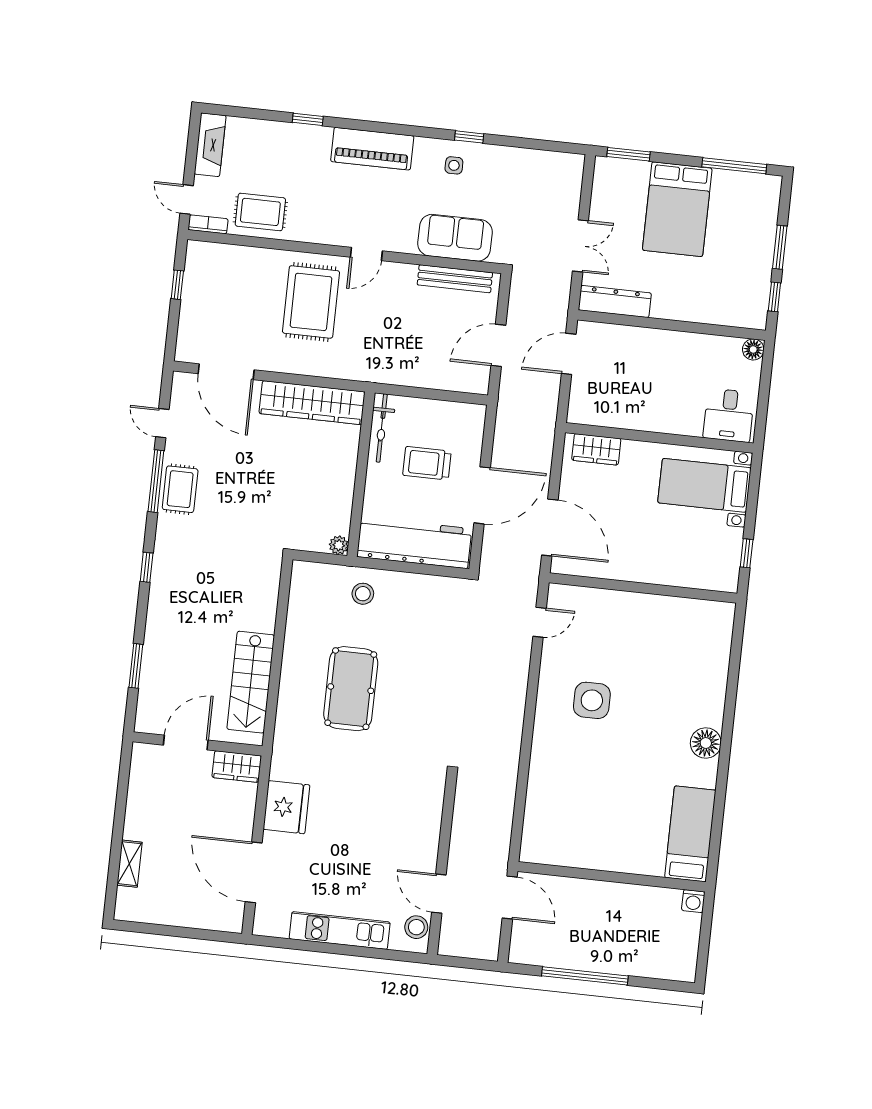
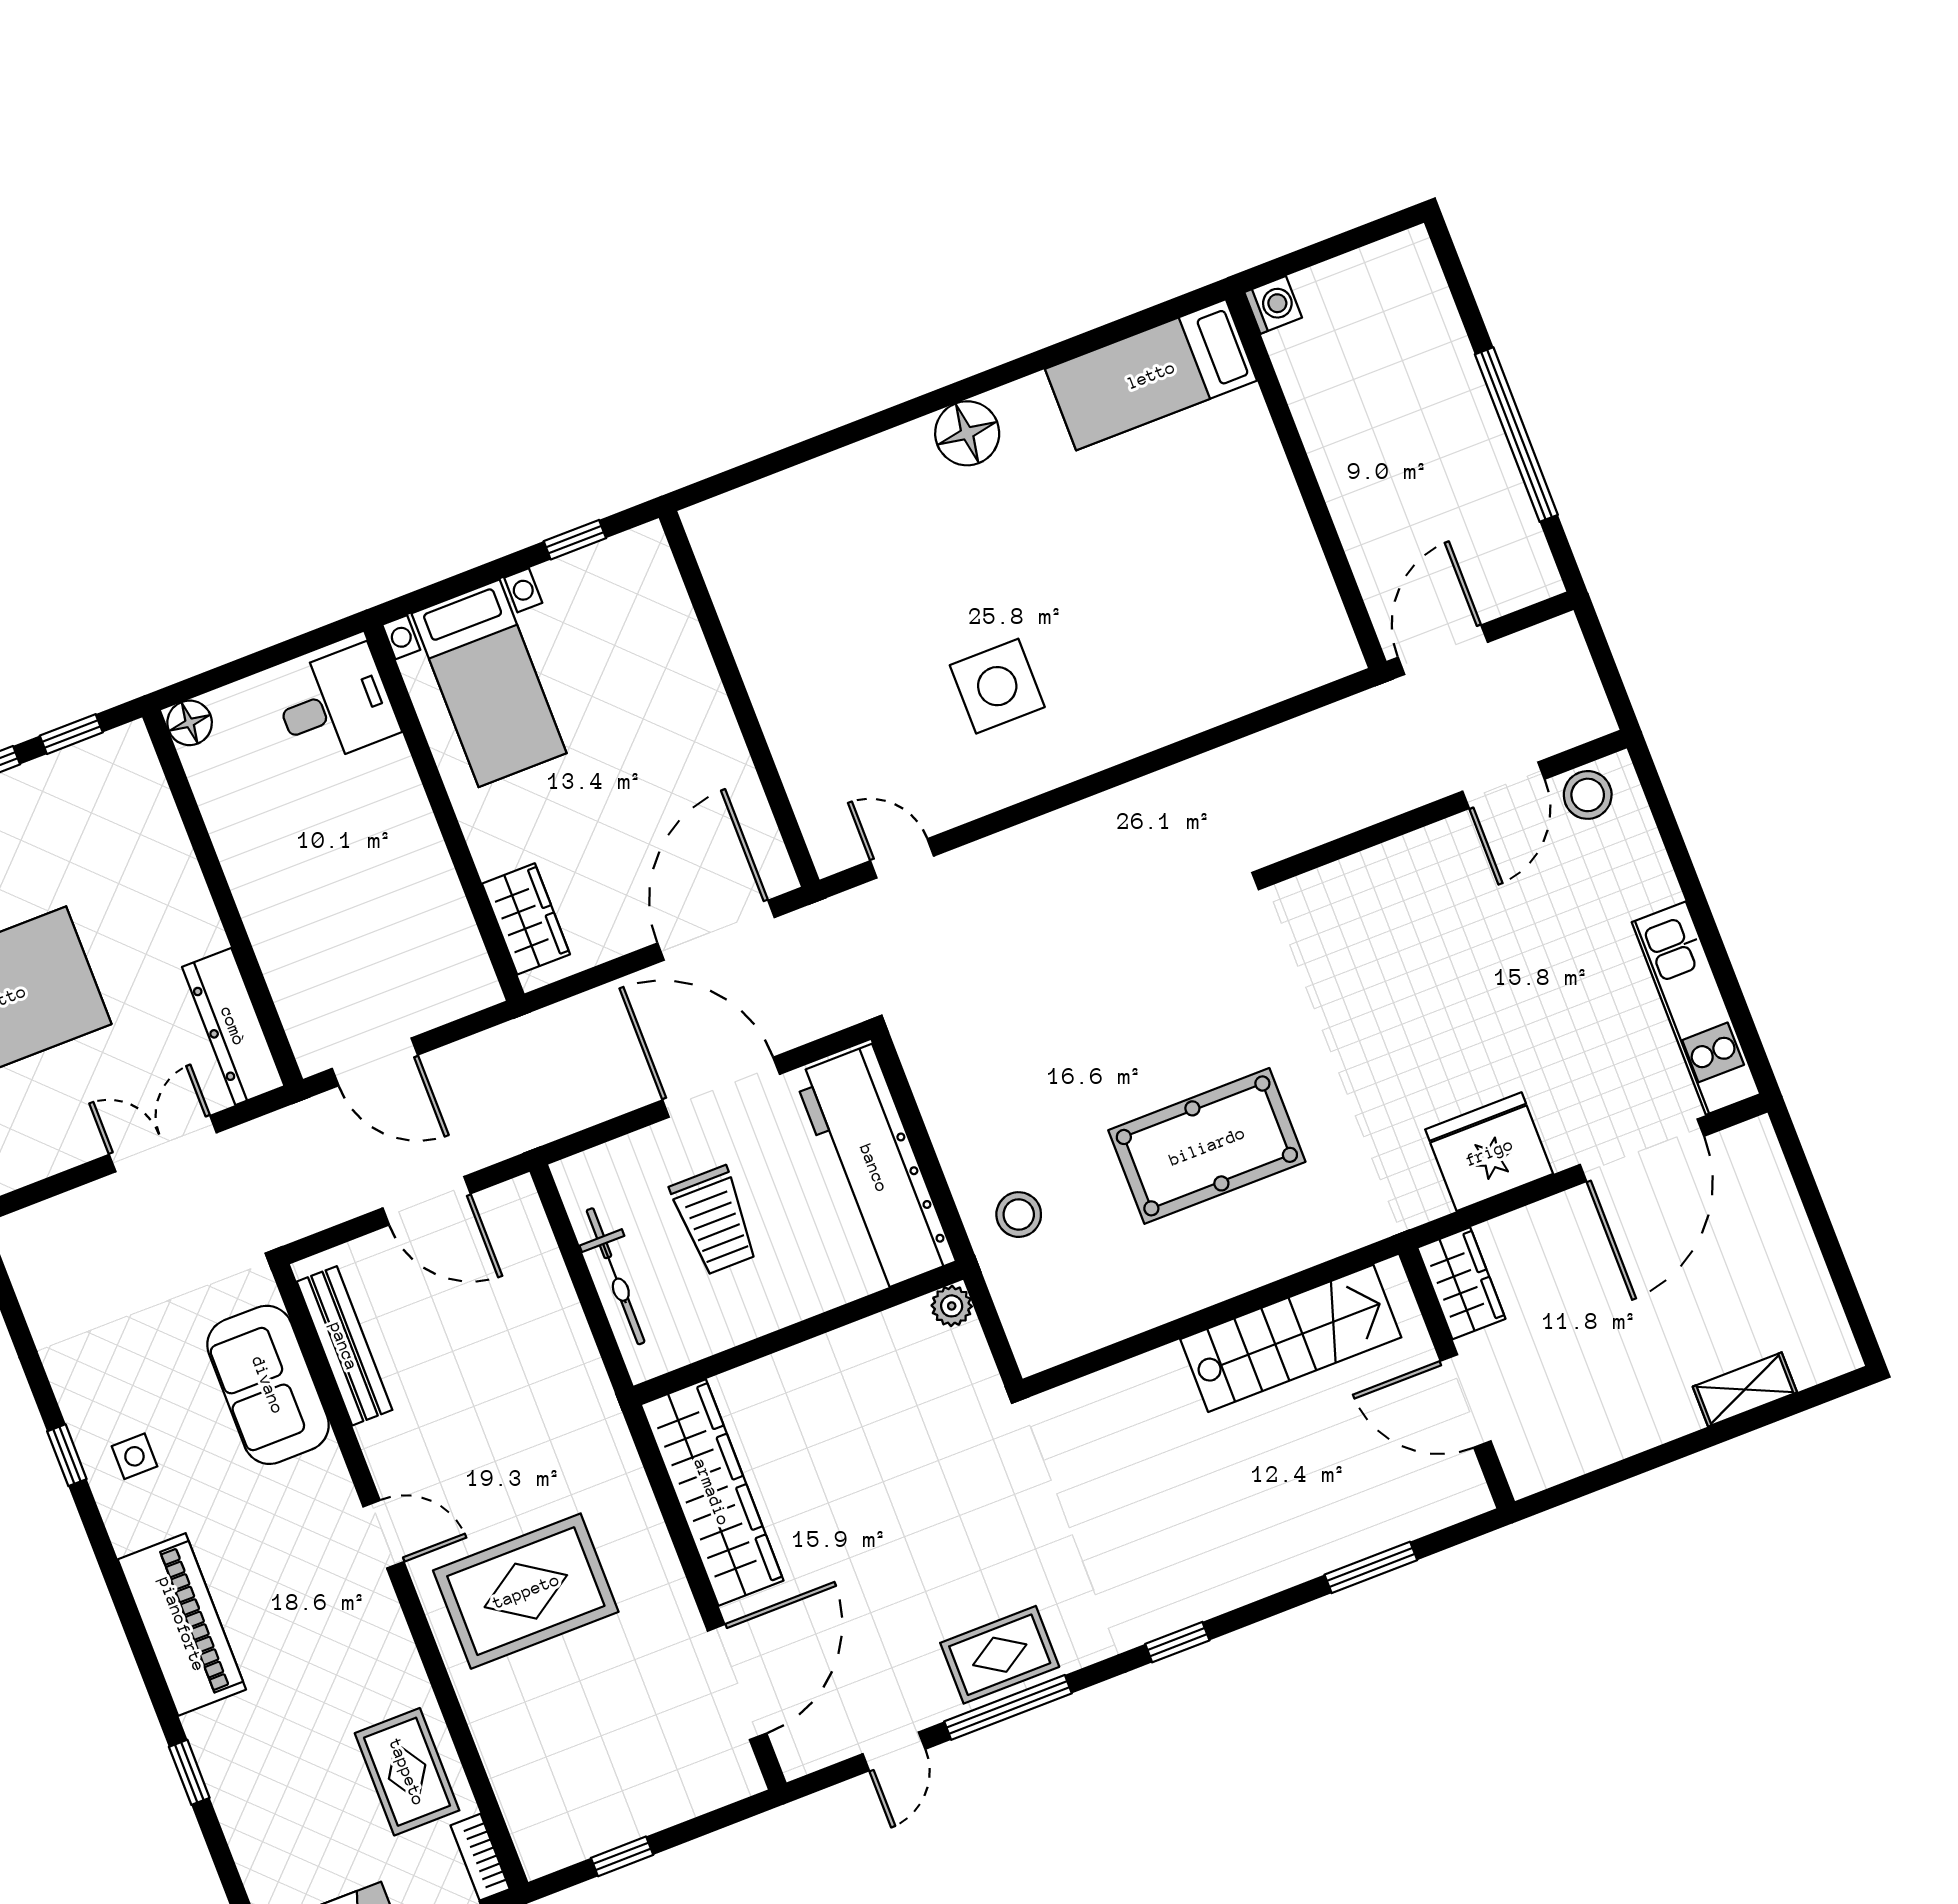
bicycle: (382, 428) -> (616, 1276), moved, turned 90
kitchen unit: (340, 931) -> (1696, 1008), moved

